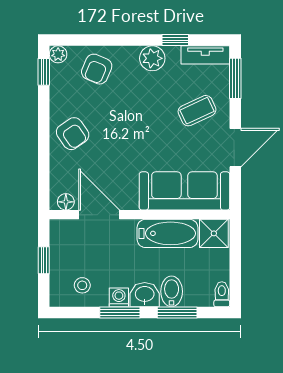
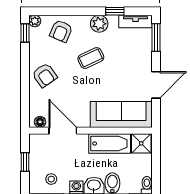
coffee table: (197, 111) -> (91, 58), moved

